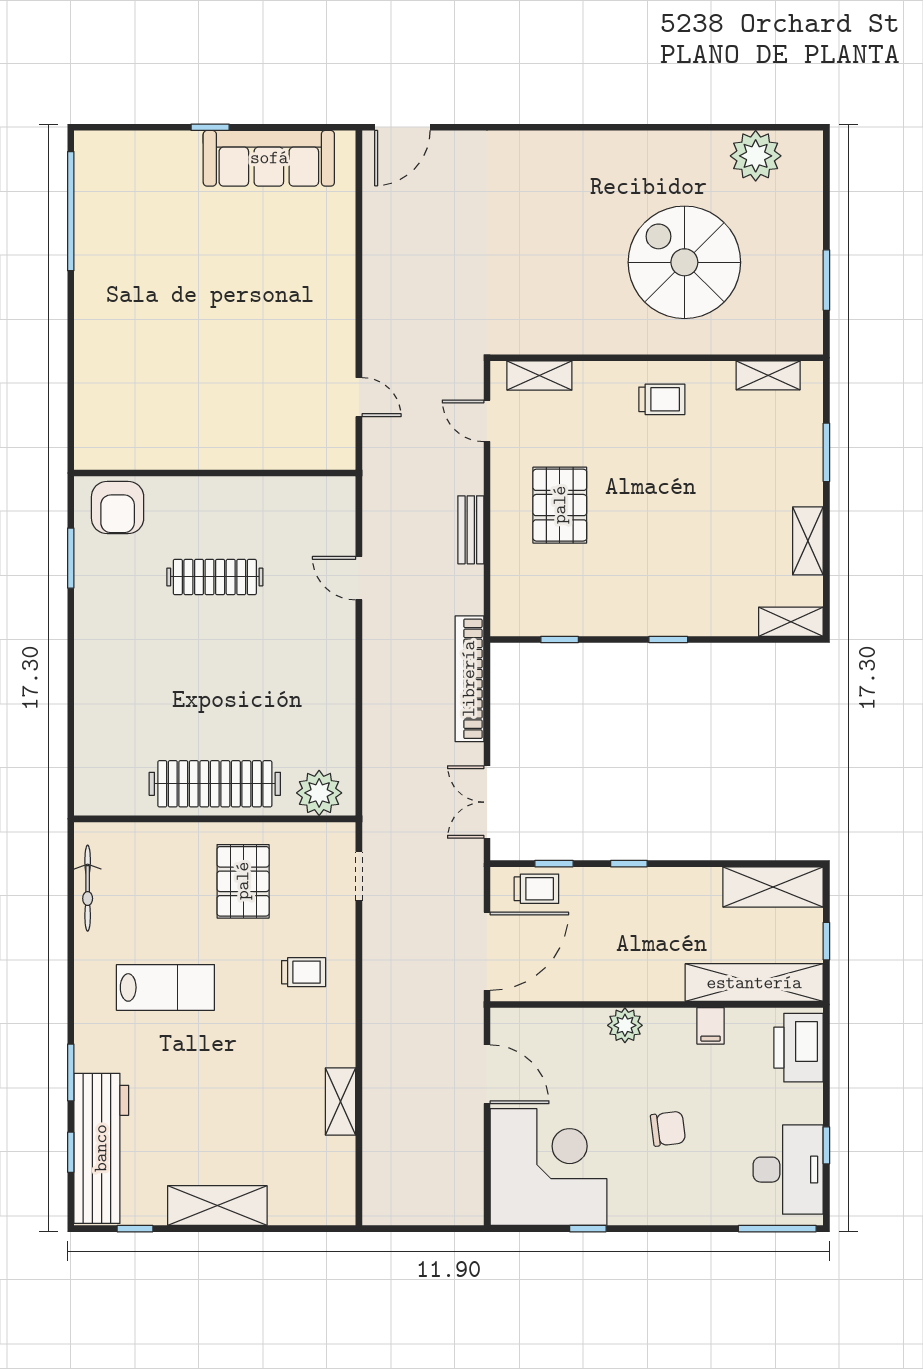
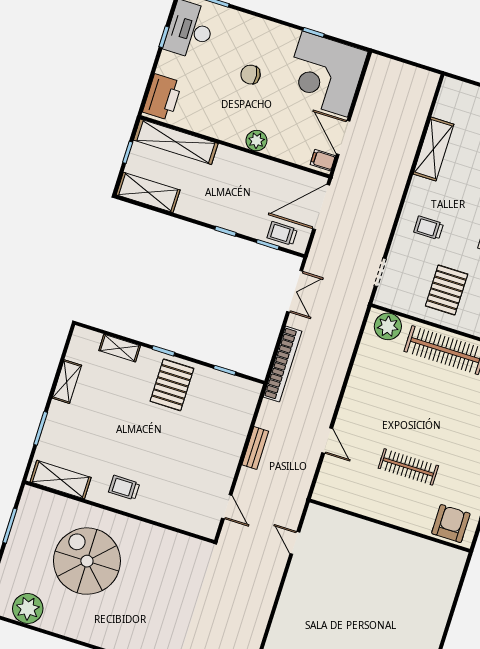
spiral stairs: (684, 262) -> (87, 561), turned 180
shelving: (768, 375) -> (61, 480), width x1.50, depth x1.33
shelving: (539, 376) -> (189, 523), removed
pallet: (560, 505) -> (172, 385), moved
shelving: (791, 622) -> (120, 348), moved
filing cabinet: (711, 1026) -> (323, 160), moved, turned -90
shelving: (341, 1101) -> (434, 149), width x1.50, depth x1.33

